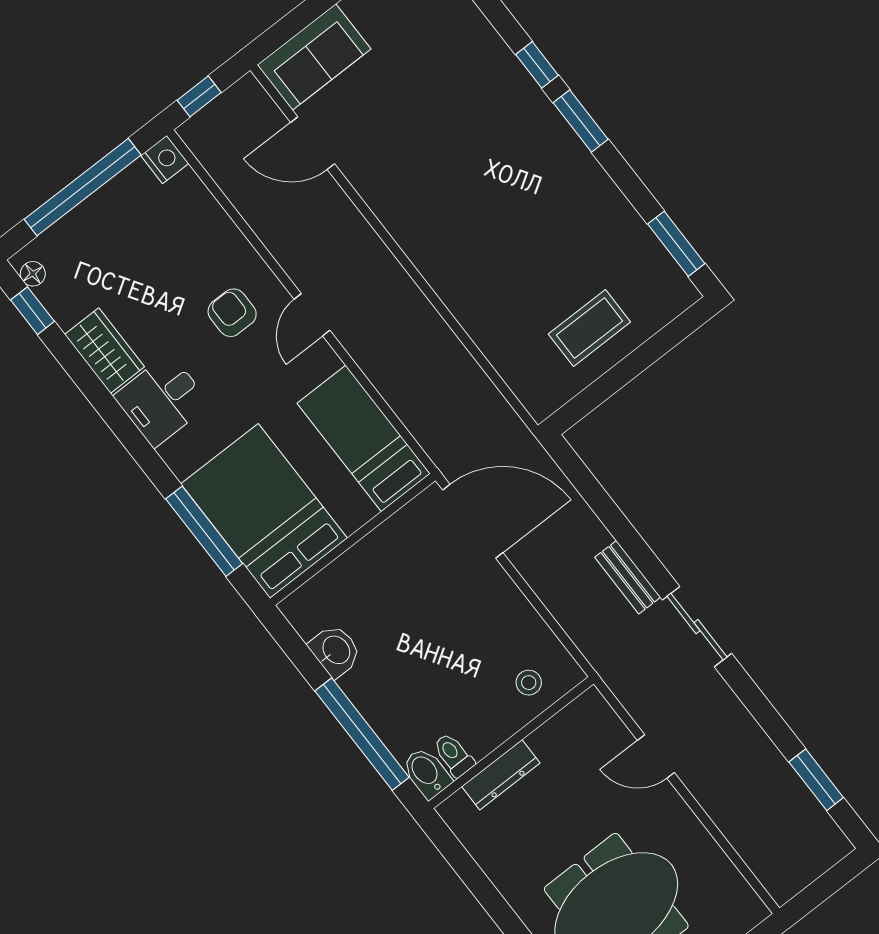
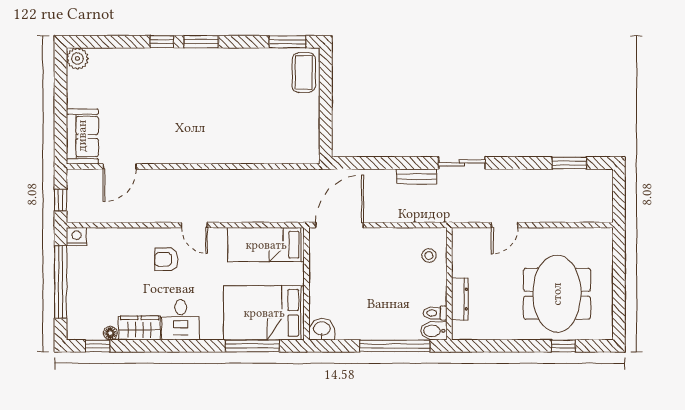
floor lamp: (33, 274) -> (110, 333), moved
coffee table: (589, 328) -> (304, 73), moved
washbasin: (335, 651) -> (322, 329), moved

